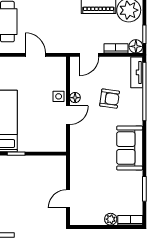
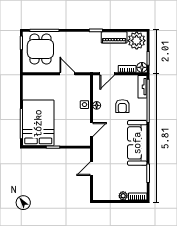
armchair: (110, 99) -> (122, 106), turned 82
door: (68, 115) -> (91, 129), moved
sofa: (130, 148) -> (137, 143), width x1.36
door: (68, 199) -> (91, 169), moved

